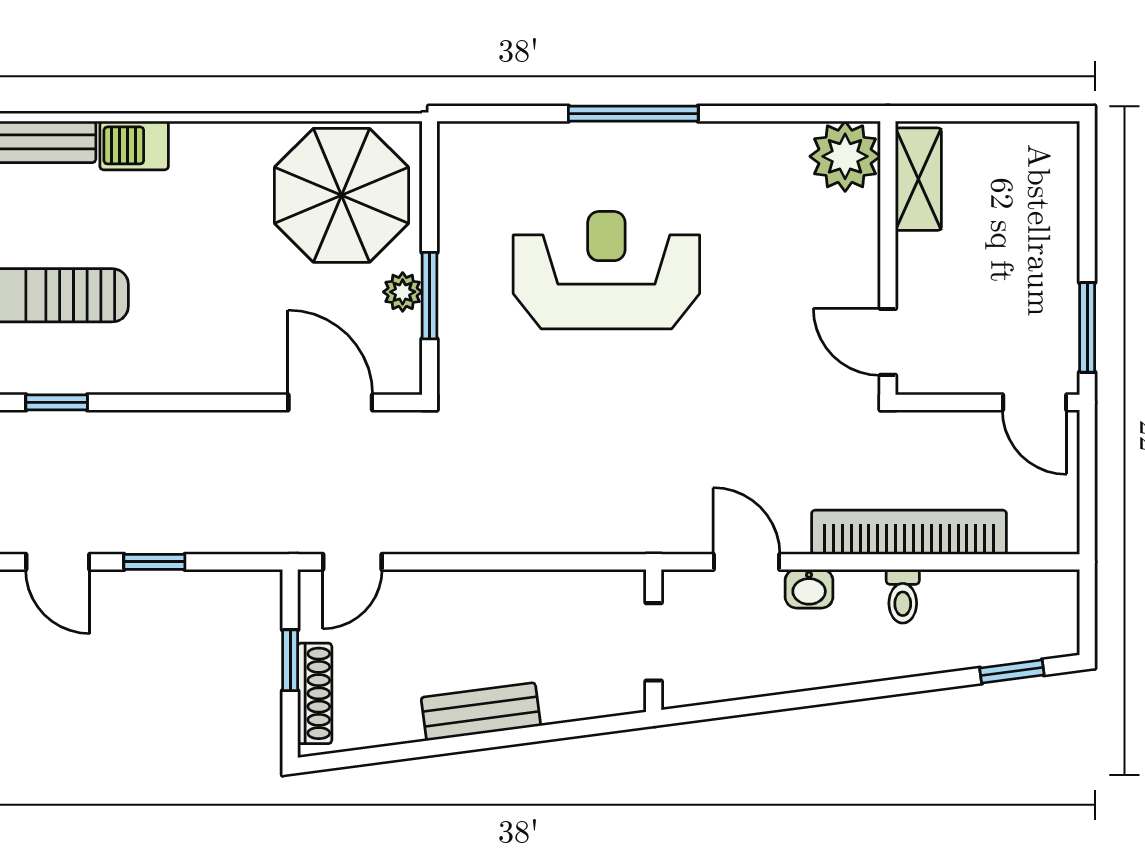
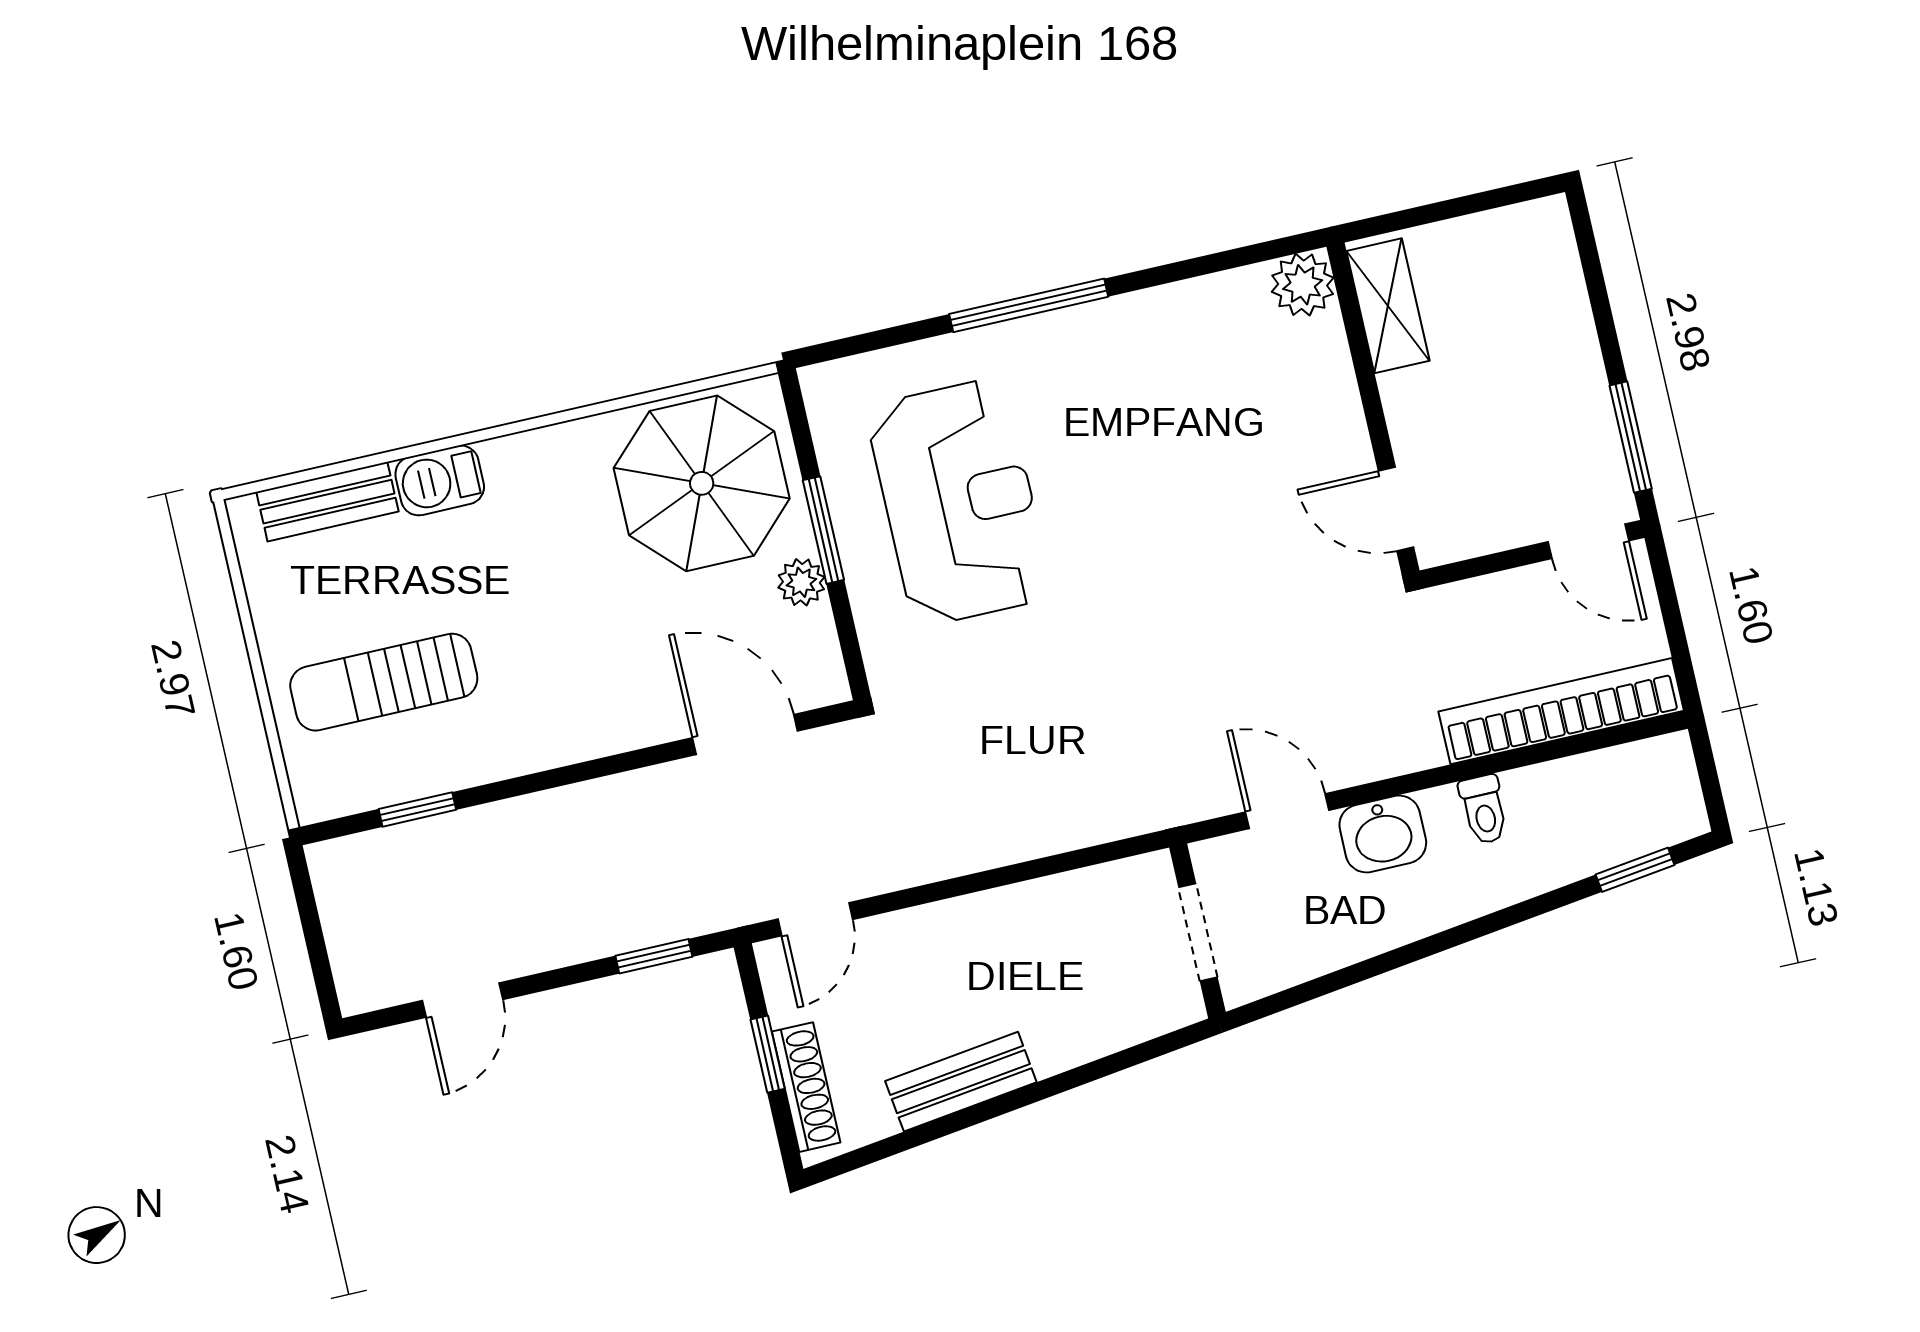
plant: (845, 156) -> (1303, 285), width x0.73, depth x0.73
reception desk: (606, 270) -> (959, 502), moved, turned 90
window: (430, 296) -> (823, 530), moved
bookcase: (909, 532) -> (1561, 711), moved
door: (58, 562) -> (463, 1000), hinge flipped
window: (154, 562) -> (654, 956), moved
washbasin: (809, 589) -> (1383, 834), width x1.38, depth x1.45
bench: (481, 712) -> (961, 1082), moved

